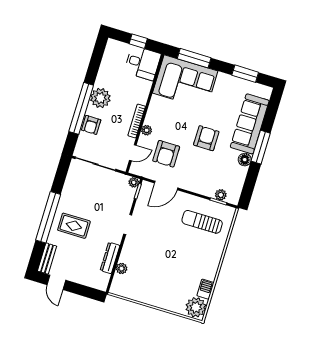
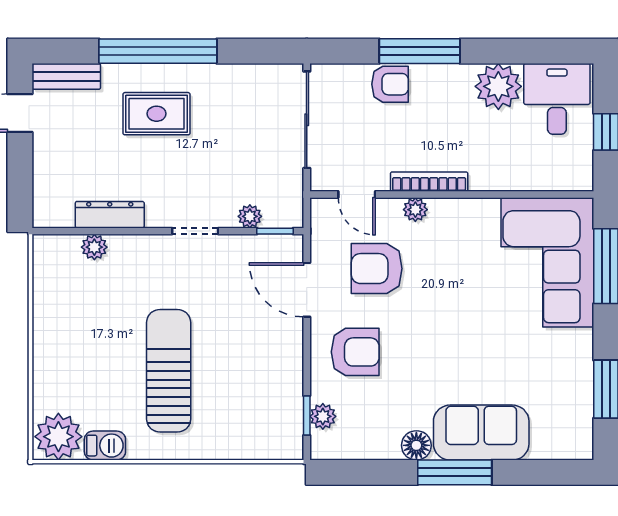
desk: (143, 63) -> (557, 99), moved, turned 180
plant: (100, 98) -> (498, 86), moved
window: (81, 108) -> (420, 51), width x0.68
sofa: (250, 124) -> (481, 433), width x0.73
armchair: (91, 125) -> (390, 84), turned 180
armchair: (206, 138) -> (355, 352), moved
plant: (134, 182) -> (250, 216), moved
sun lounger: (202, 222) -> (169, 371), moved, width x1.36, depth x1.34
rug: (74, 226) -> (157, 114), turned 90

